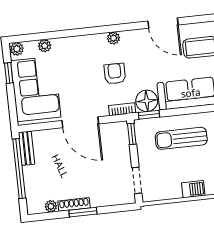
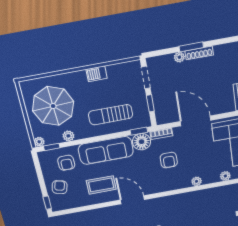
plant: (113, 38) -> (197, 181), moved
window: (132, 134) -> (150, 103), moved
sun lounger: (181, 138) -> (111, 115), turned 180
plant: (51, 206) -> (179, 57), moved

